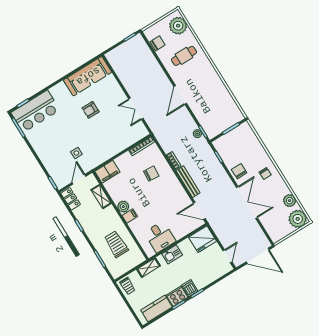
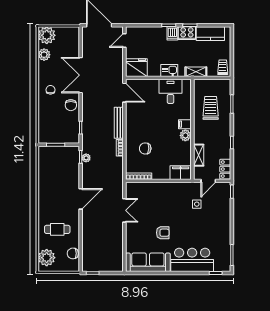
bar counter: (35, 111) -> (192, 260), moved
trolley: (116, 244) -> (211, 108), turned 180

